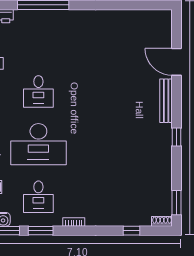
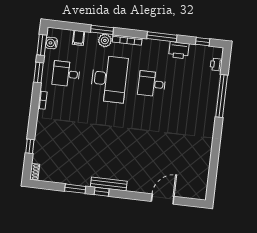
bench: (166, 101) -> (109, 184), moved
desk: (38, 144) -> (109, 79), turned 180
window: (177, 203) -> (75, 189), moved

